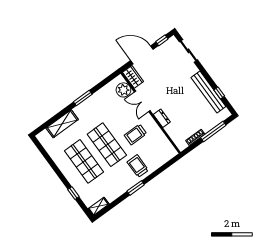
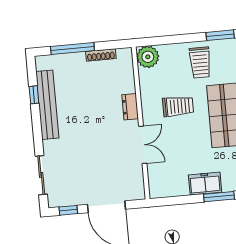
wardrobe: (133, 77) -> (135, 185), removed
plant: (123, 90) -> (148, 57), moved
freezer: (95, 101) -> (205, 184), added

